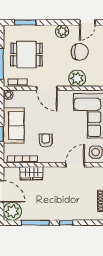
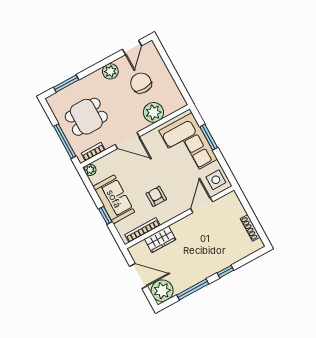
chair: (80, 52) -> (141, 83), turned -90

